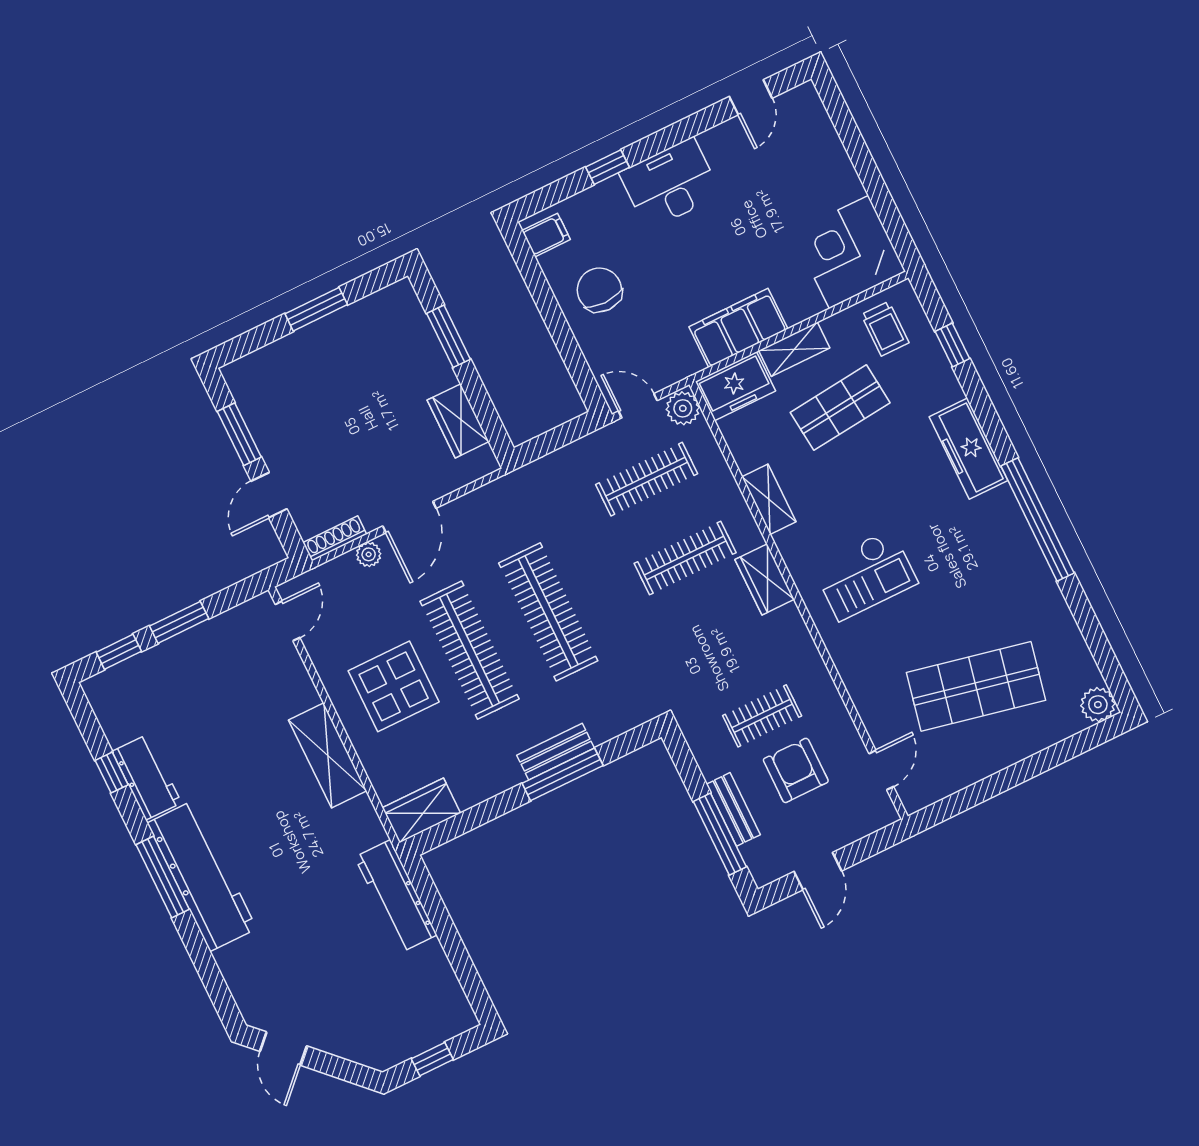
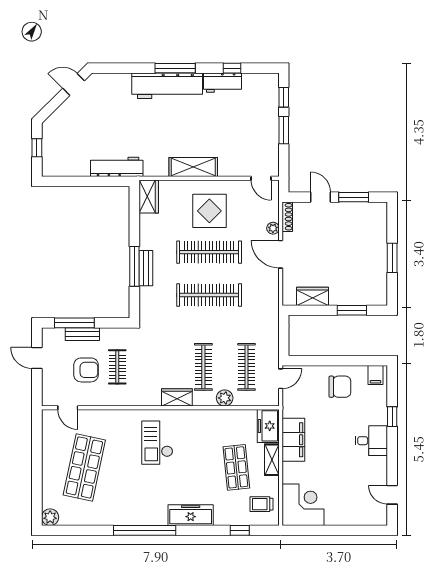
desk: (670, 184) -> (371, 441), width x0.73
plant: (683, 408) -> (225, 398), moved
shelving: (769, 499) -> (211, 416), removed

